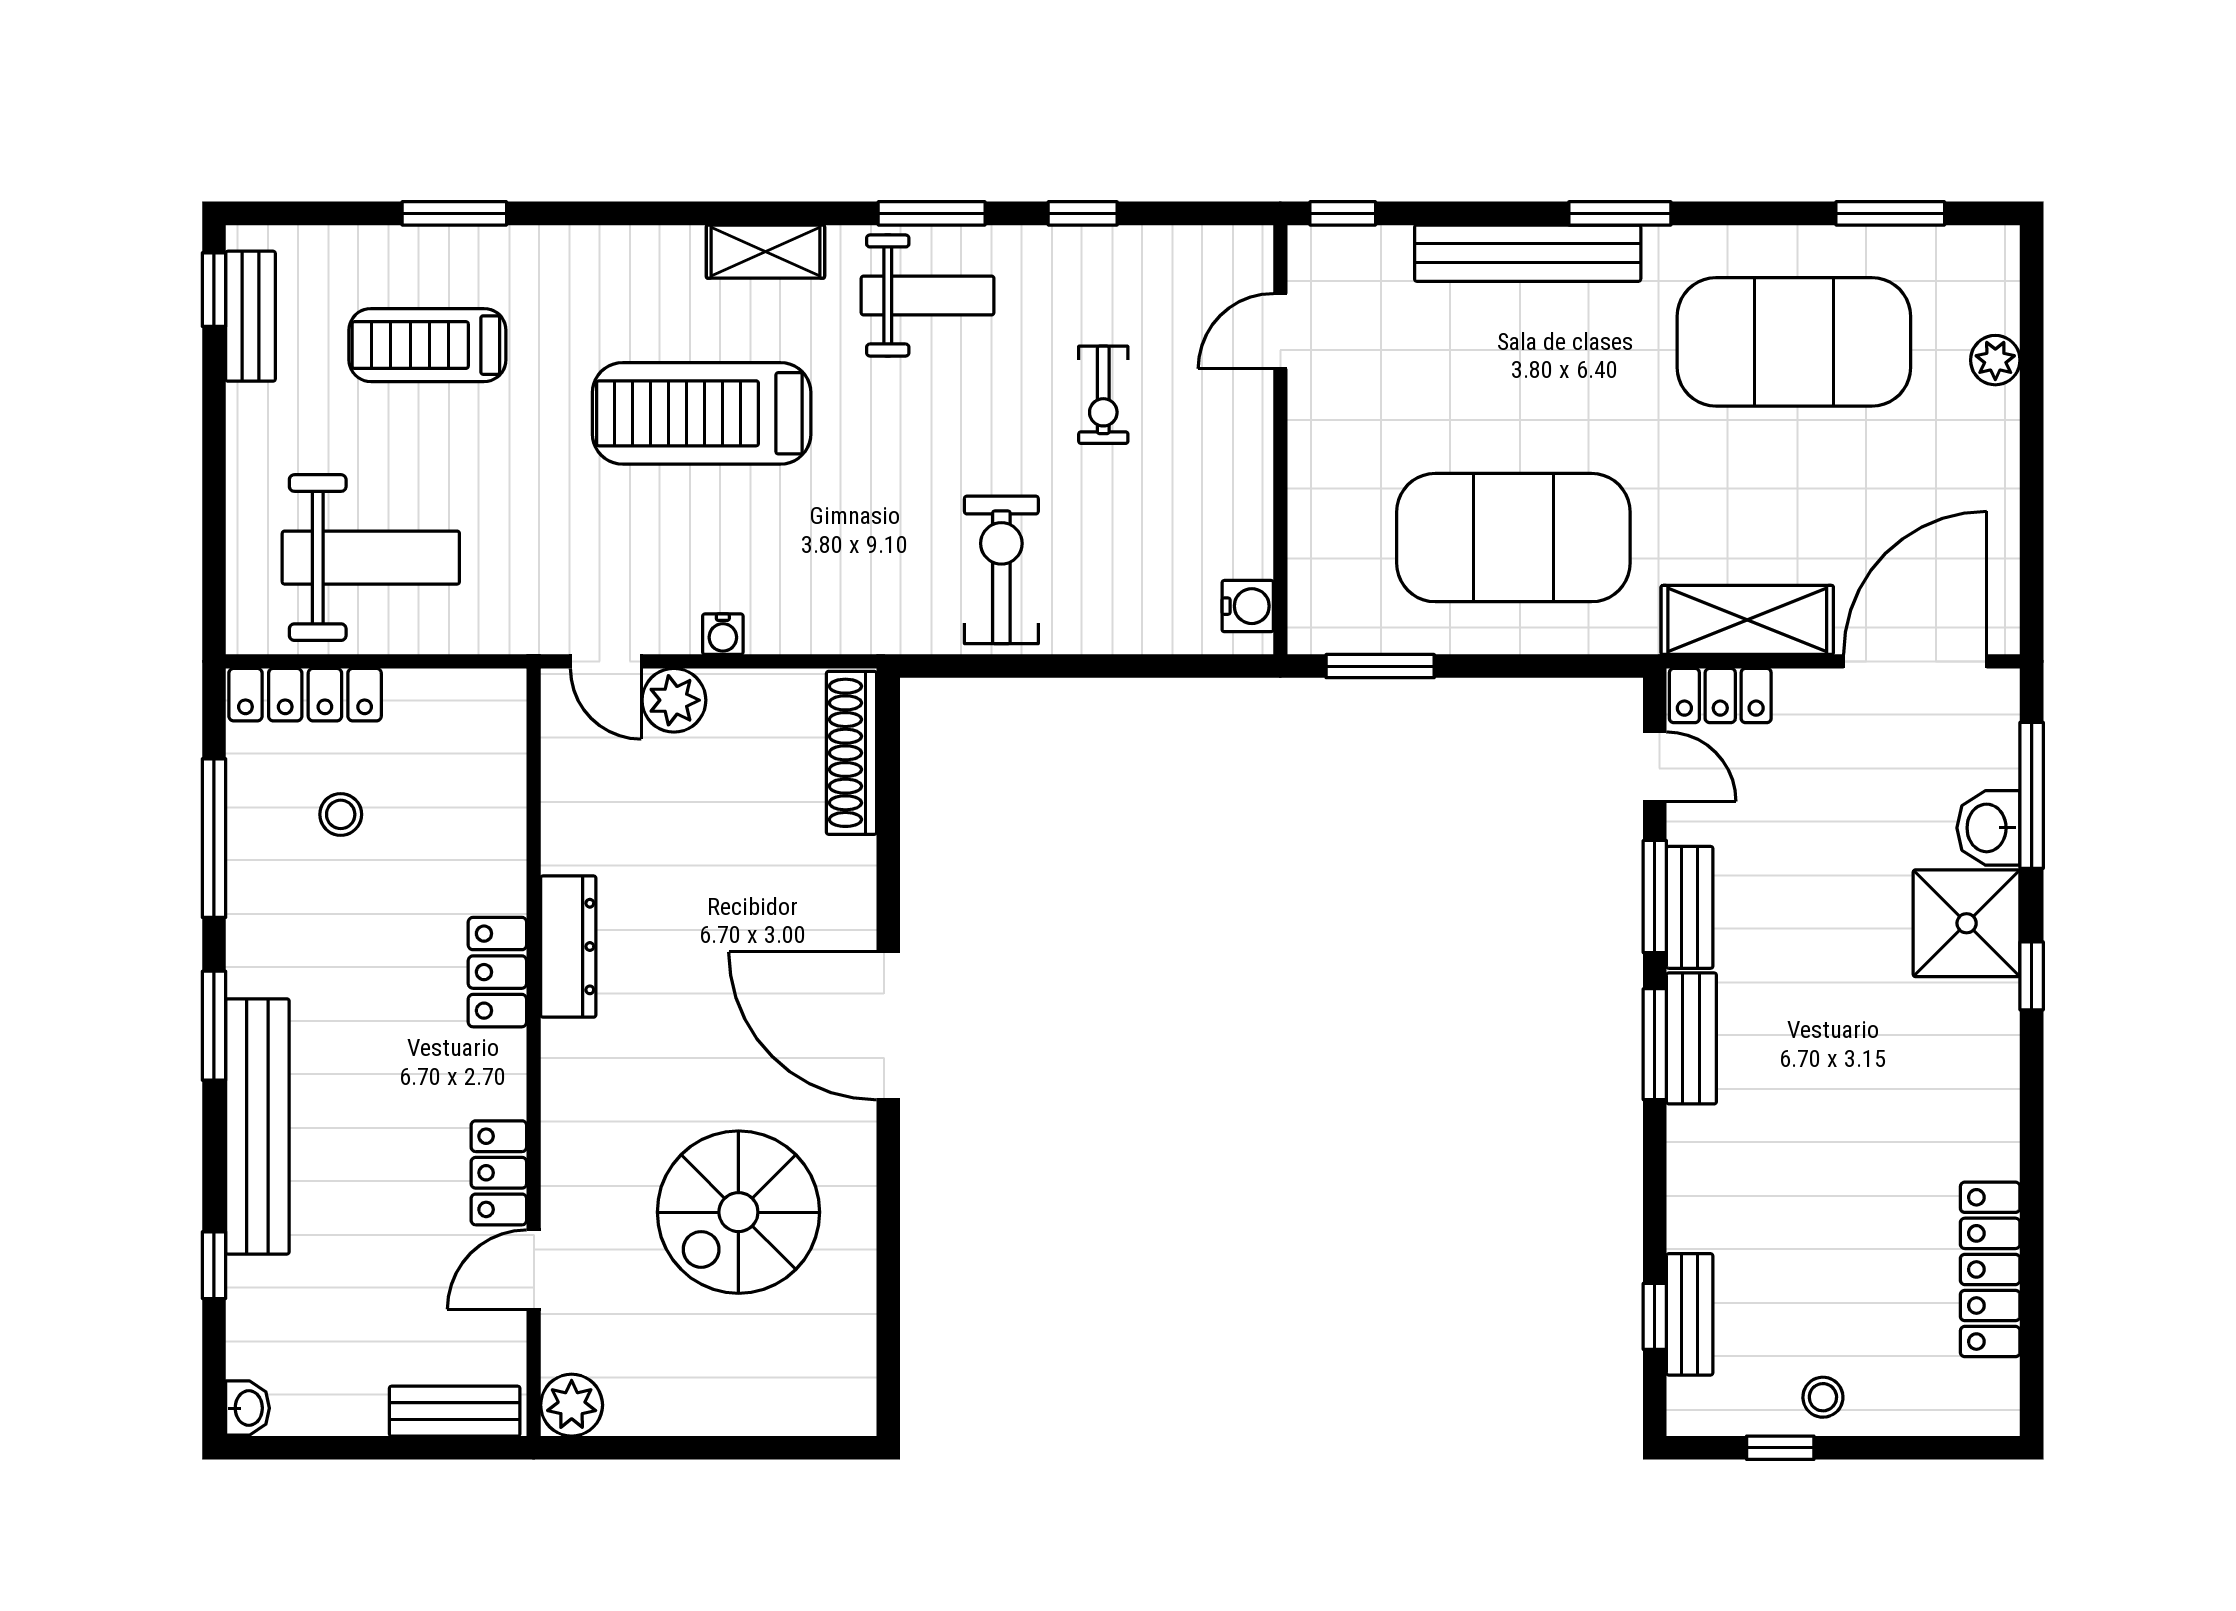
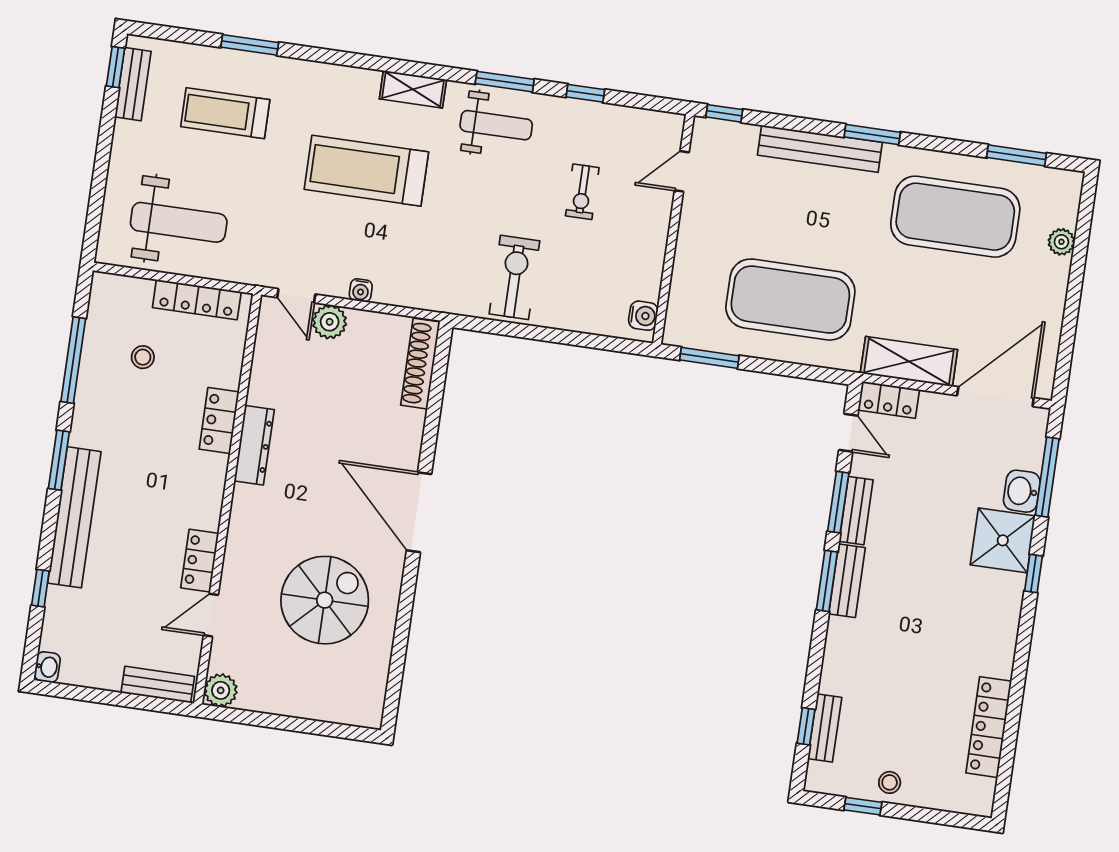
locker: (305, 695) -> (197, 300), moved
locker: (497, 972) -> (219, 421), moved
spiral stairs: (738, 1212) -> (325, 600), turned 180

